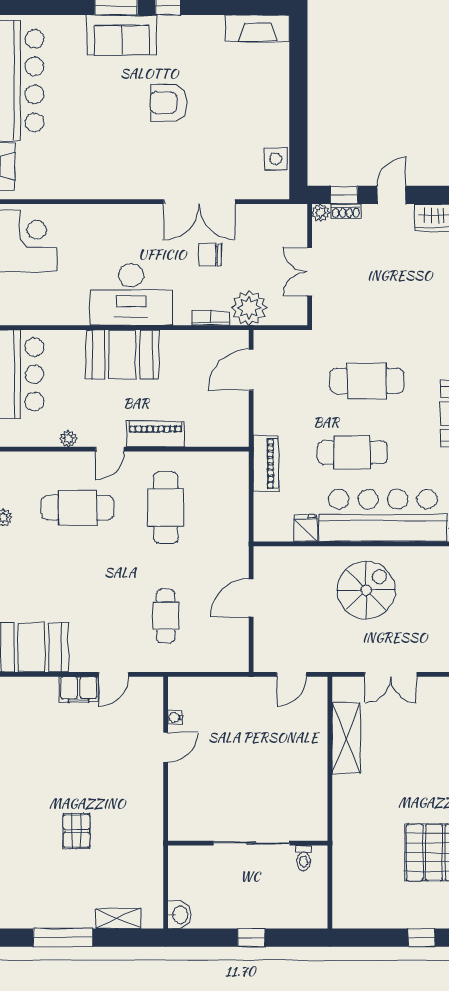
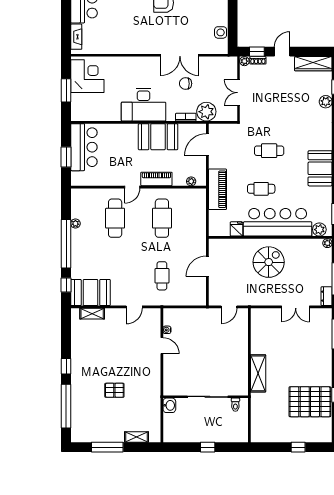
booth: (122, 355) -> (158, 137), moved
cafe table: (367, 381) -> (269, 151), width x0.73, depth x0.74
plant: (68, 438) -> (191, 181), moved
cafe table: (352, 452) -> (261, 189), width x0.73, depth x0.74
piano: (266, 464) -> (217, 189), width x1.37, depth x1.33
cafe table: (78, 508) -> (115, 218), turned 90
double door: (391, 674) -> (296, 307), moved
shelving: (35, 687) -> (92, 314), added
filing cabinet: (79, 689) -> (116, 315), removed
shelving: (346, 738) -> (258, 373), moved
door: (166, 747) -> (162, 346), hinge flipped
pallet: (76, 831) -> (114, 390), turned 90
washbasin: (180, 915) -> (169, 405), moved

